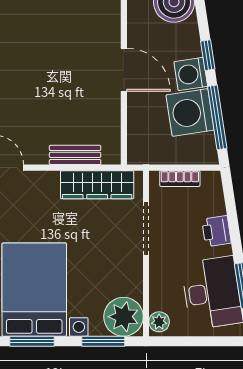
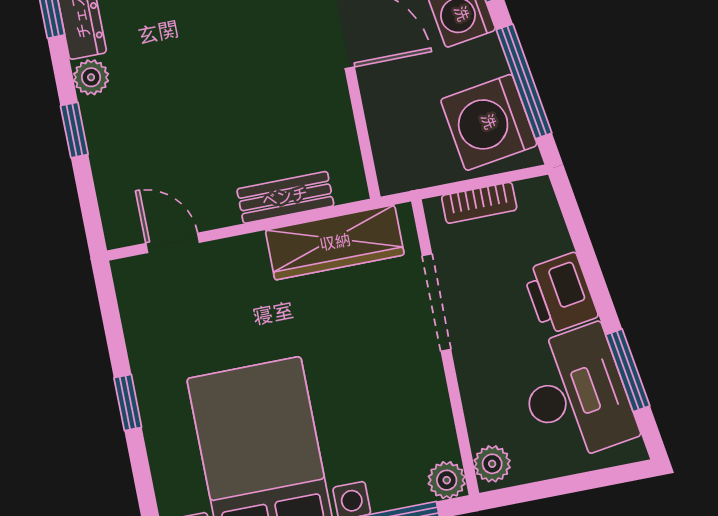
washing machine: (190, 112) -> (489, 122), moved
printer: (217, 231) -> (560, 294), width x1.36, depth x1.24
plant: (124, 317) -> (447, 480), width x0.53, depth x0.53

